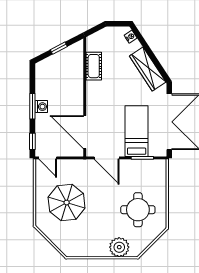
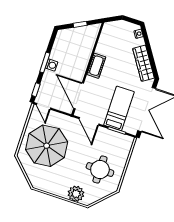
cot: (94, 66) -> (96, 66), moved
parasol: (67, 203) -> (47, 146), width x1.36, depth x1.36

